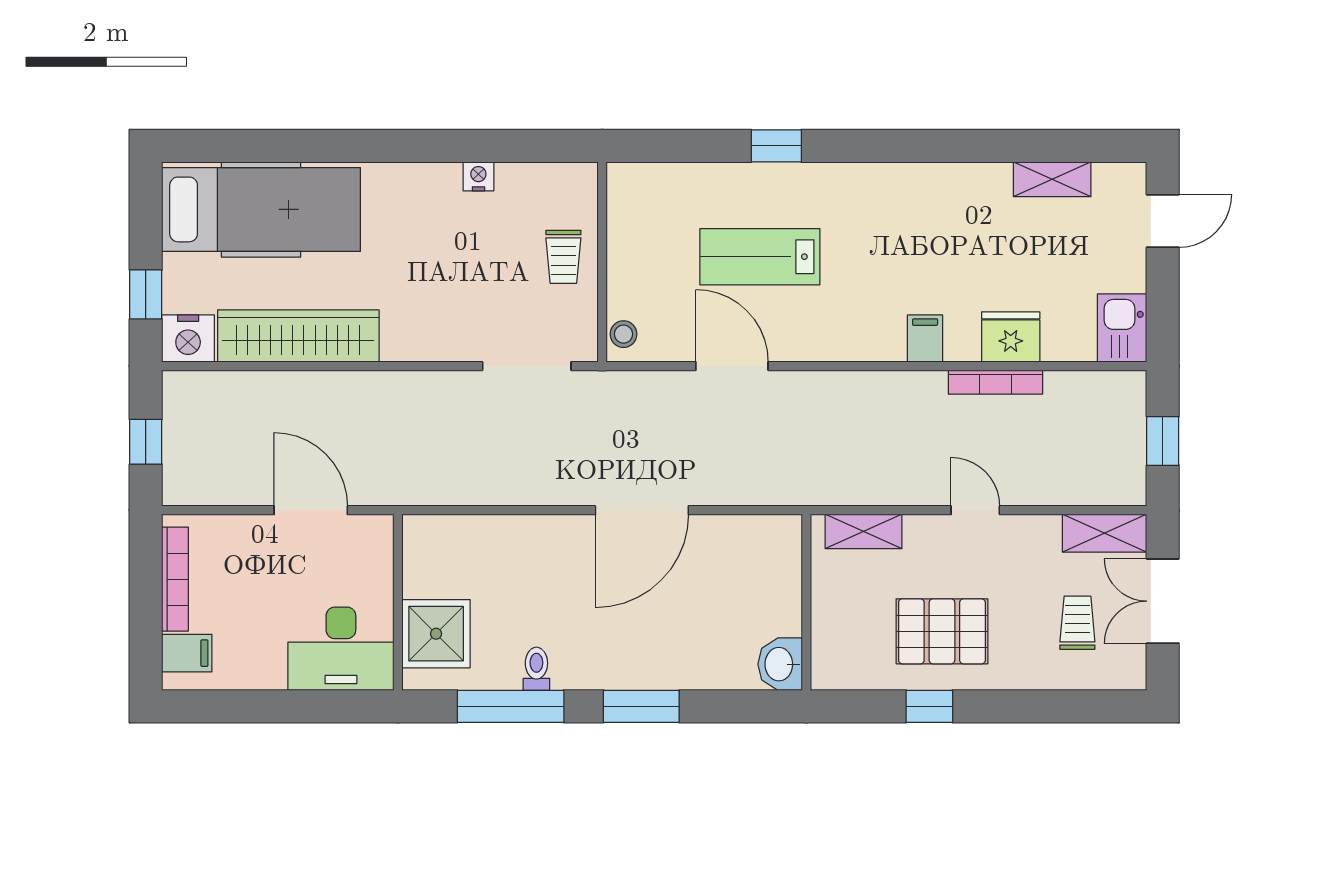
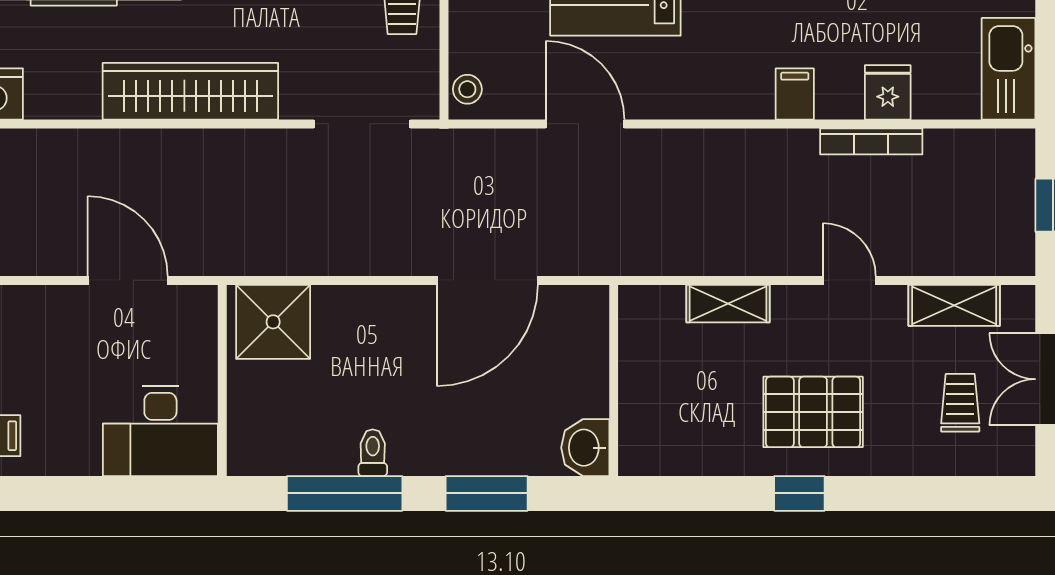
kitchen sink: (1122, 328) -> (1009, 69), width x1.38
wardrobe: (298, 336) -> (190, 91), moved
fridge: (1011, 337) -> (888, 92), width x0.72
shelving: (1105, 533) -> (954, 305), moved
wall: (806, 602) -> (614, 380), moved
shower: (436, 634) -> (273, 322), moved
washbasin: (780, 664) -> (585, 448), moved

